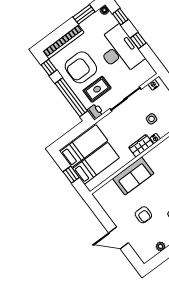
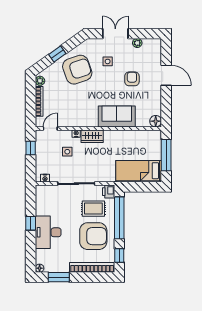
window: (120, 17) -> (31, 253), removed
desk: (119, 51) -> (48, 232), width x0.73, depth x0.77
bed: (96, 163) -> (139, 149), removed
window: (71, 175) -> (166, 155), width x2.17
floor lamp: (100, 195) -> (156, 121), added

